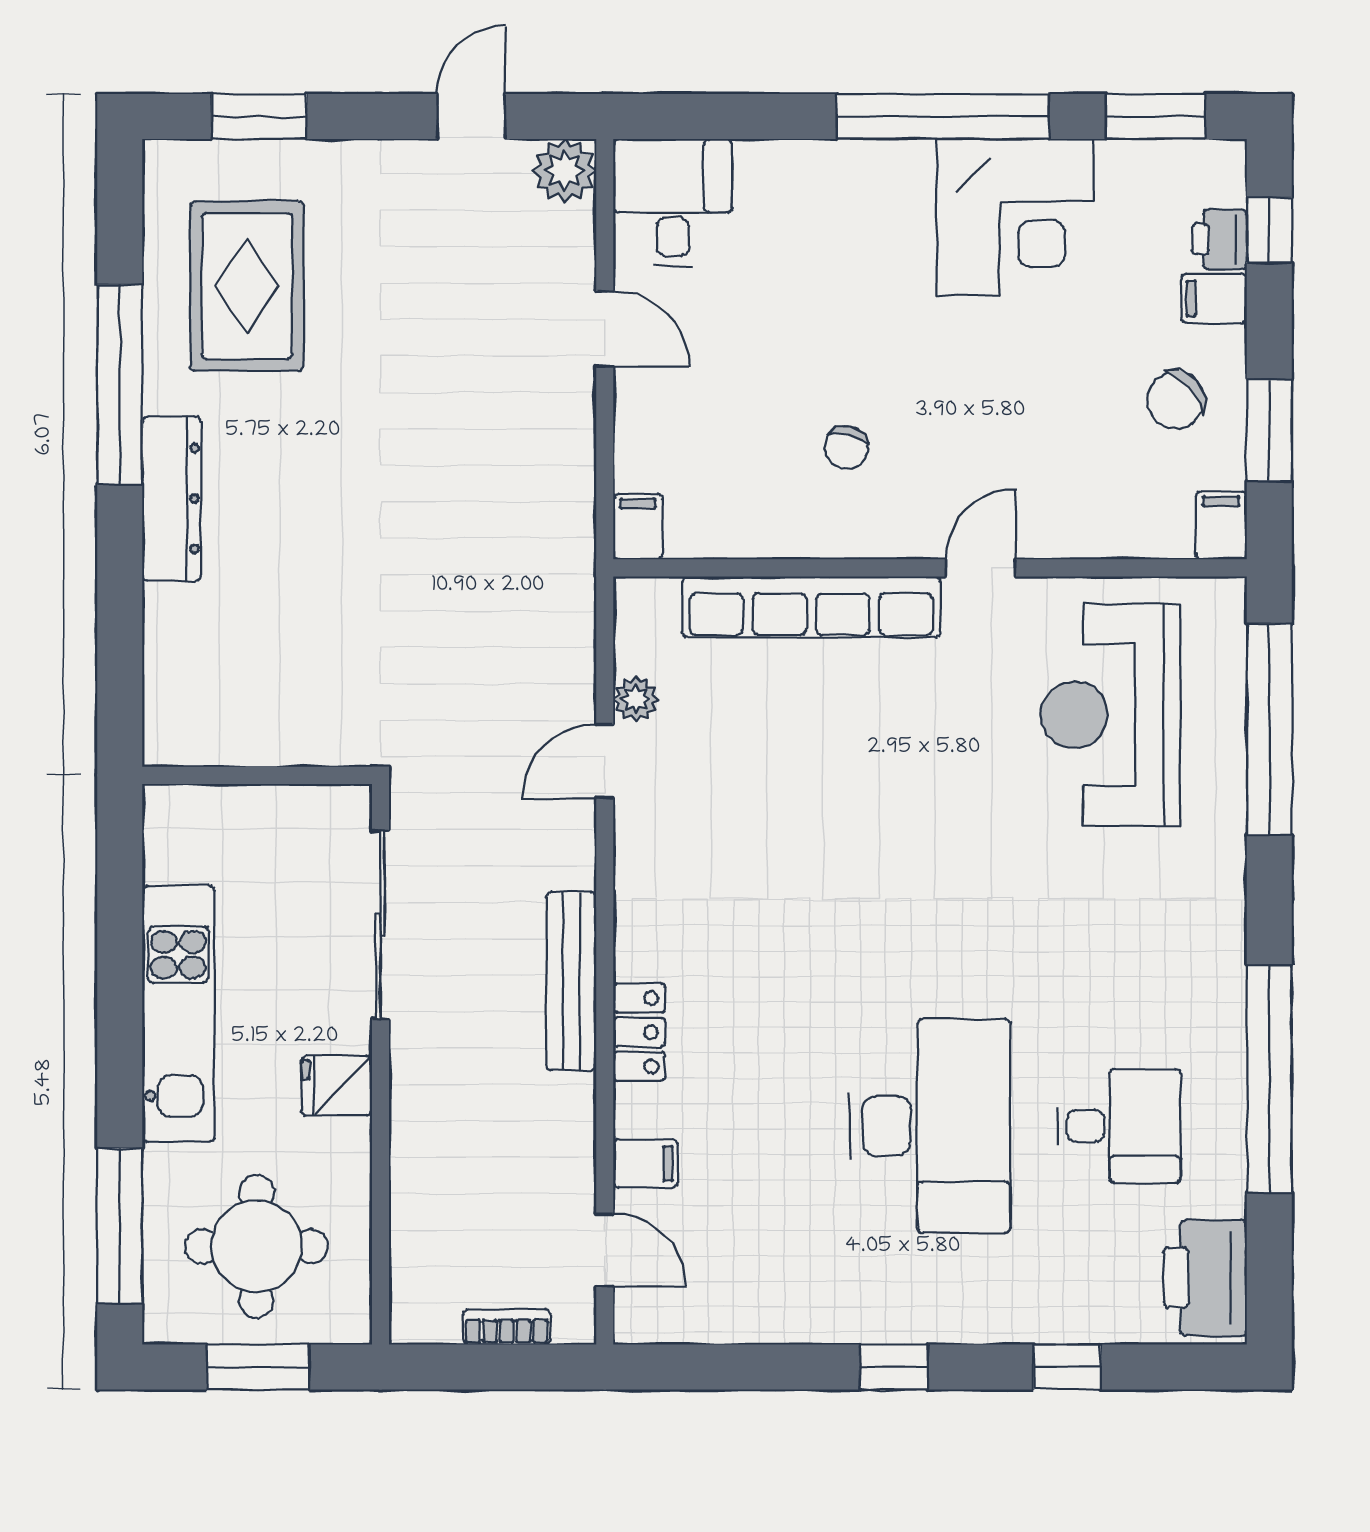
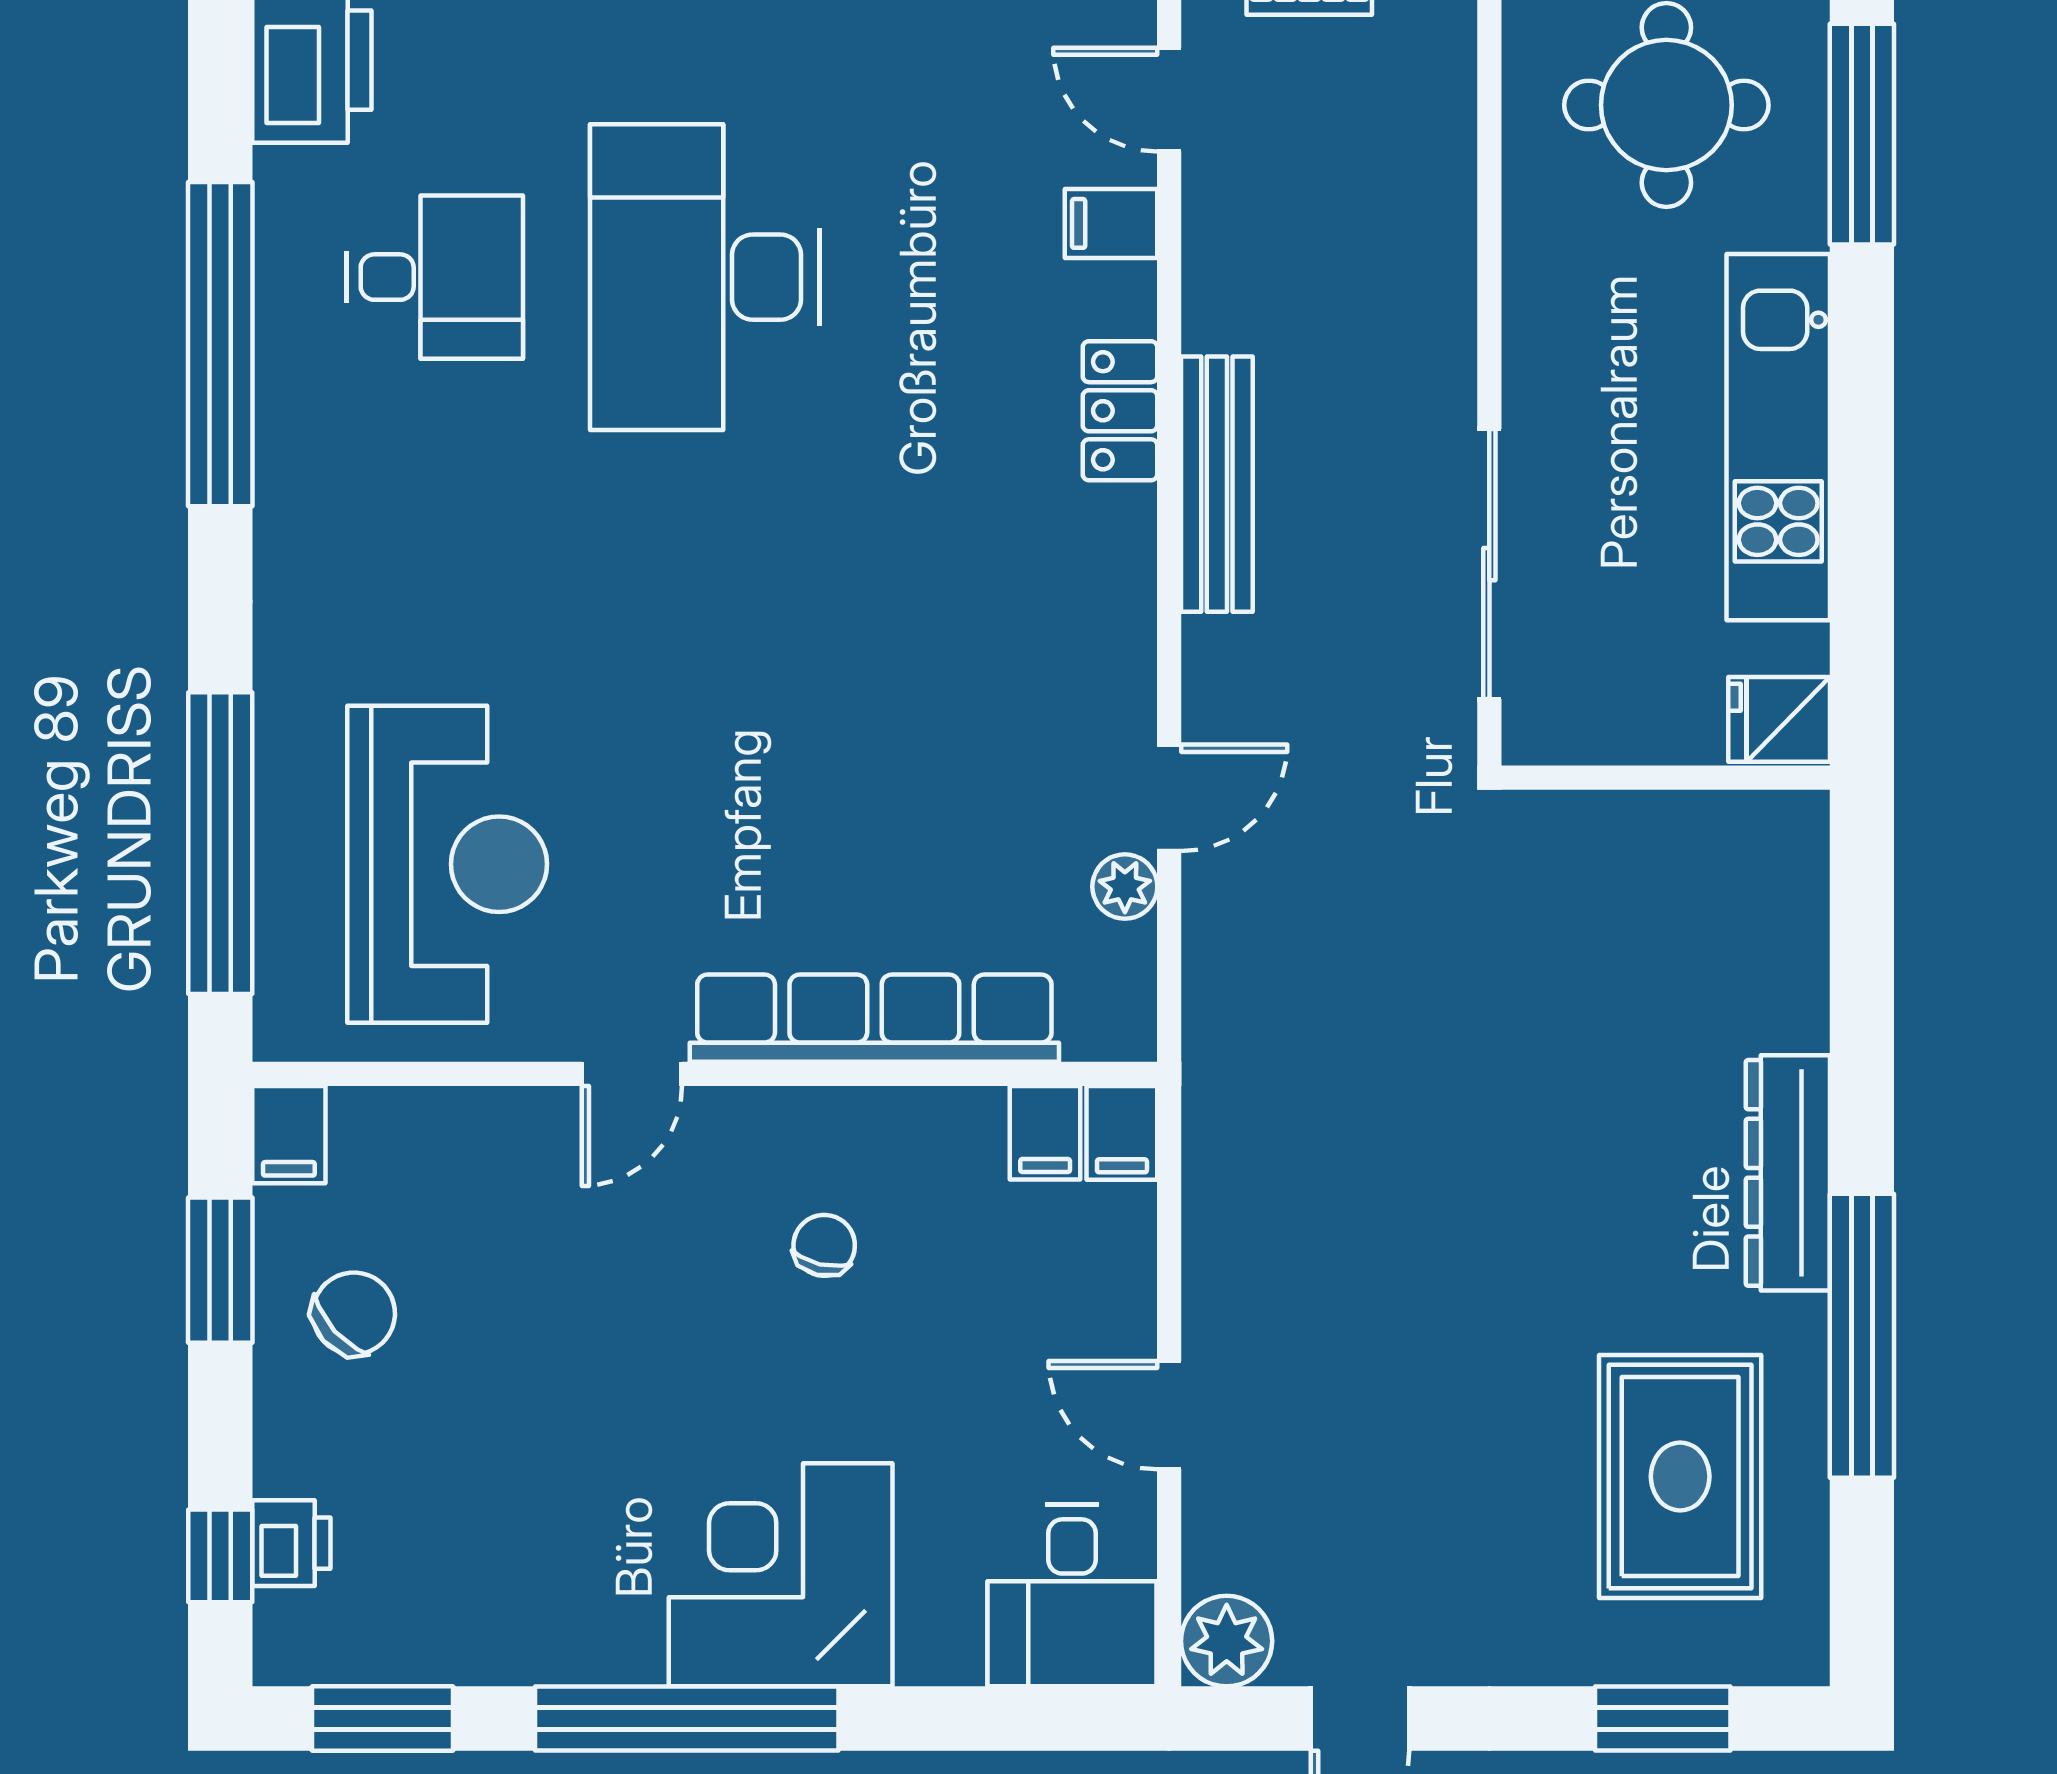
corner desk: (1015, 217) -> (781, 1575), moved
filing cabinet: (1214, 298) -> (1045, 1133), moved, turned 90
fridge: (337, 1085) -> (1779, 719), moved, turned 180
desk: (1119, 1126) -> (435, 277), turned 180

